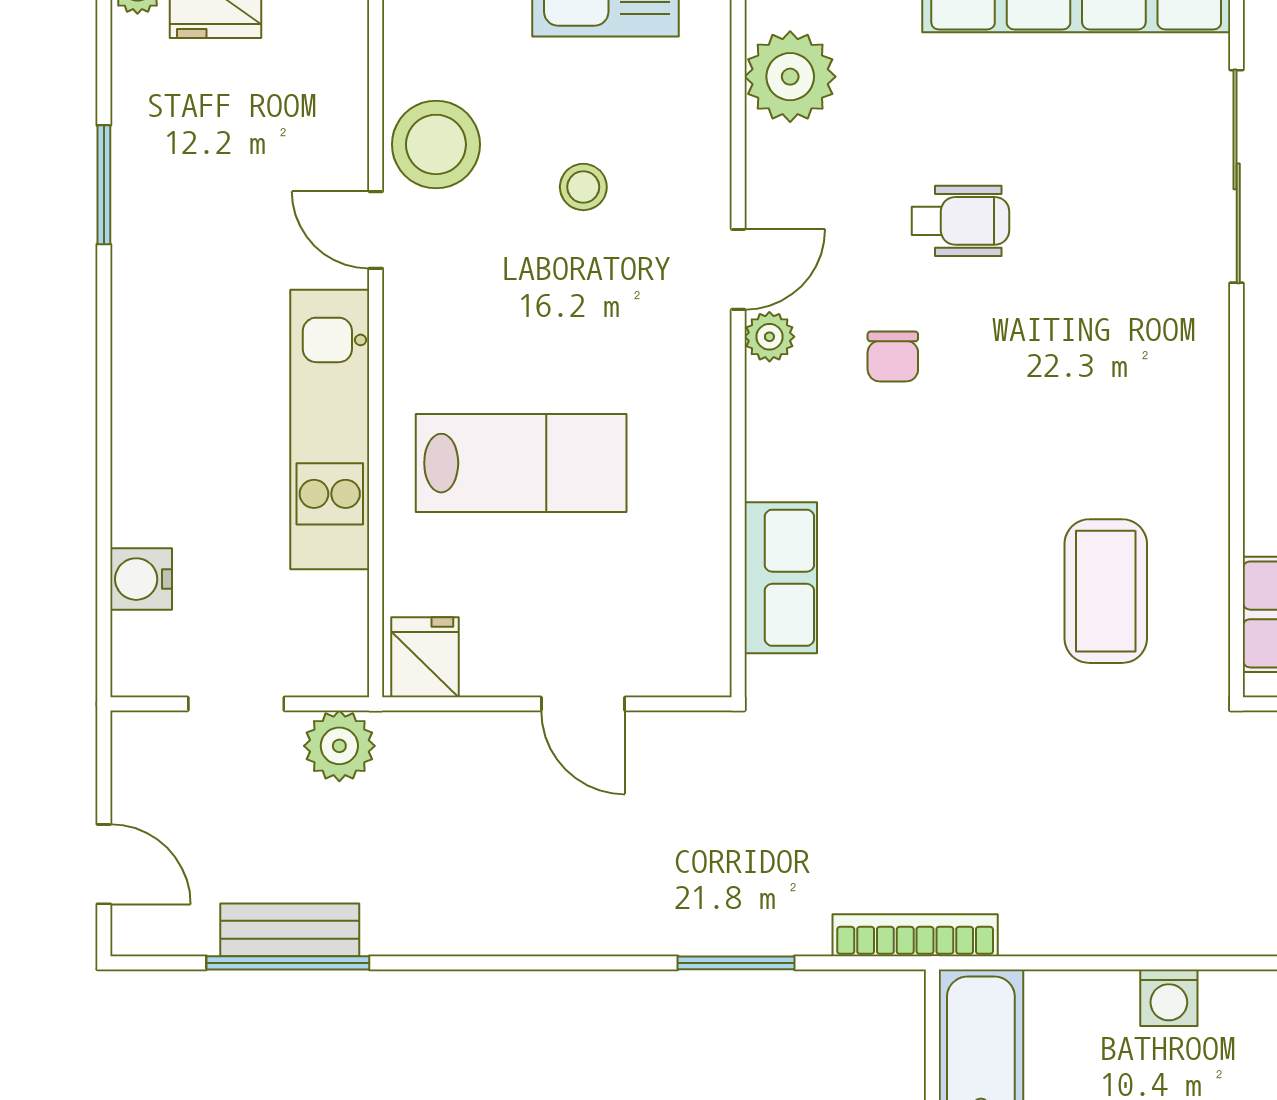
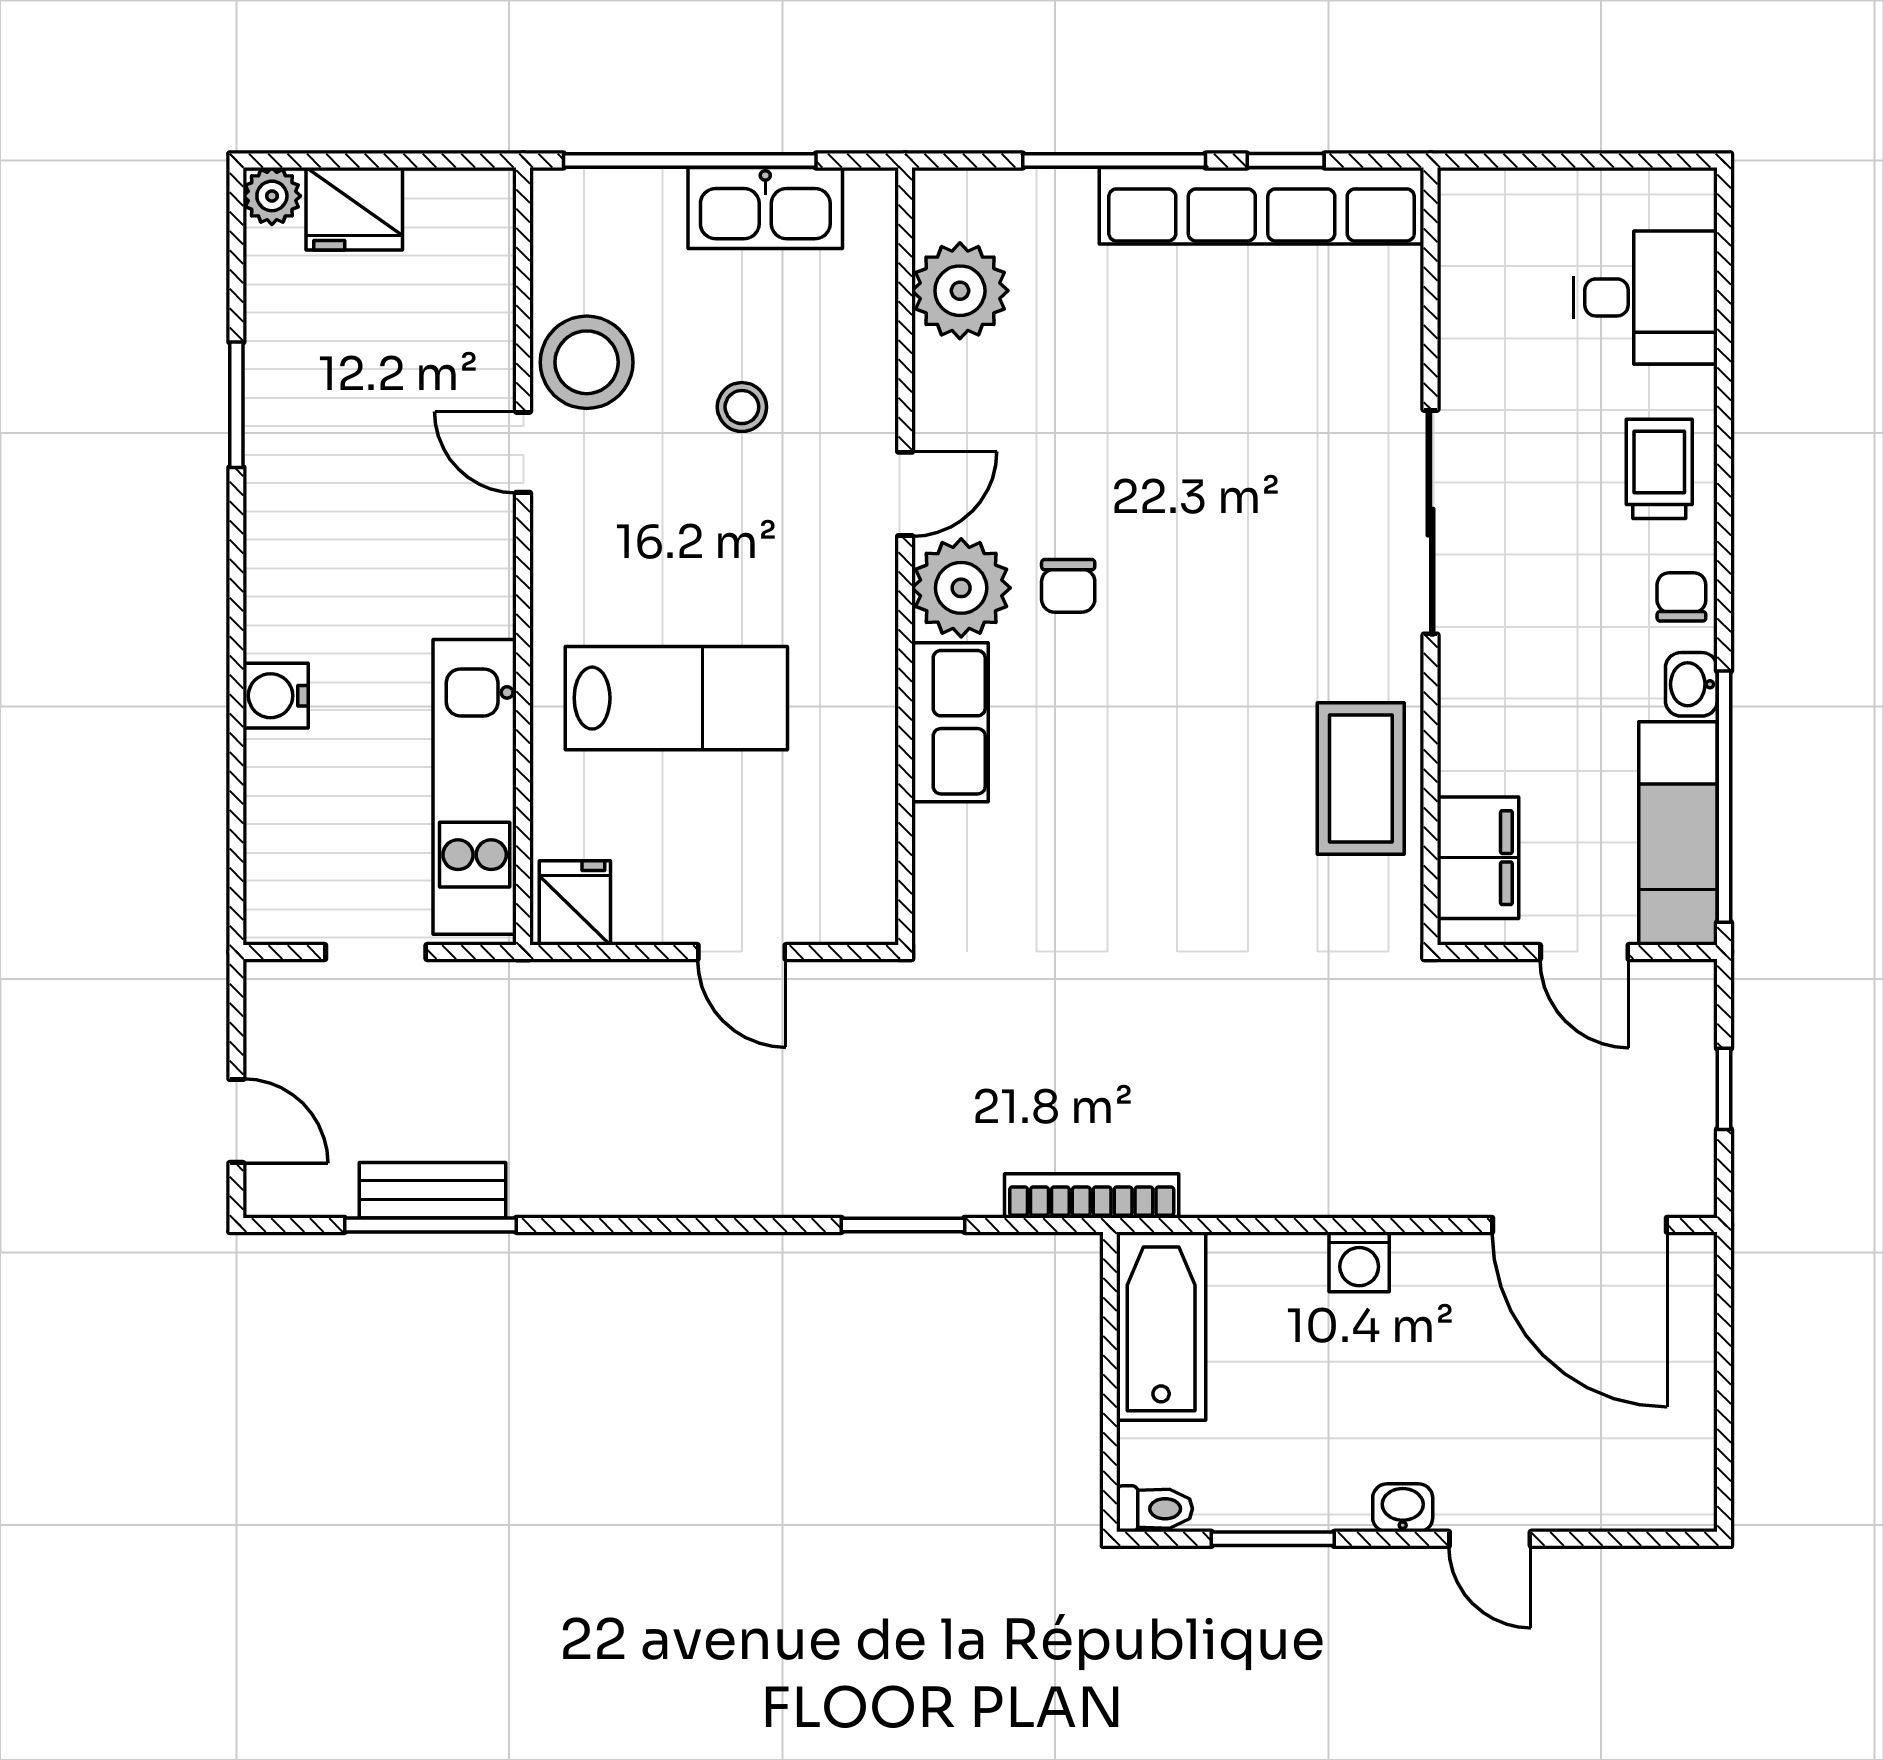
sliding door: (1237, 176) -> (1431, 522), moved
wheelchair: (960, 221) -> (1140, 443), removed
plant: (769, 337) -> (961, 588), width x1.88, depth x1.88
kitchen unit: (330, 430) -> (475, 787), moved
row of seats: (781, 578) -> (950, 722), moved
water cooler: (141, 579) -> (276, 696), moved
coffee table: (1106, 591) -> (1361, 778), moved
plant: (339, 746) -> (485, 996), removed

